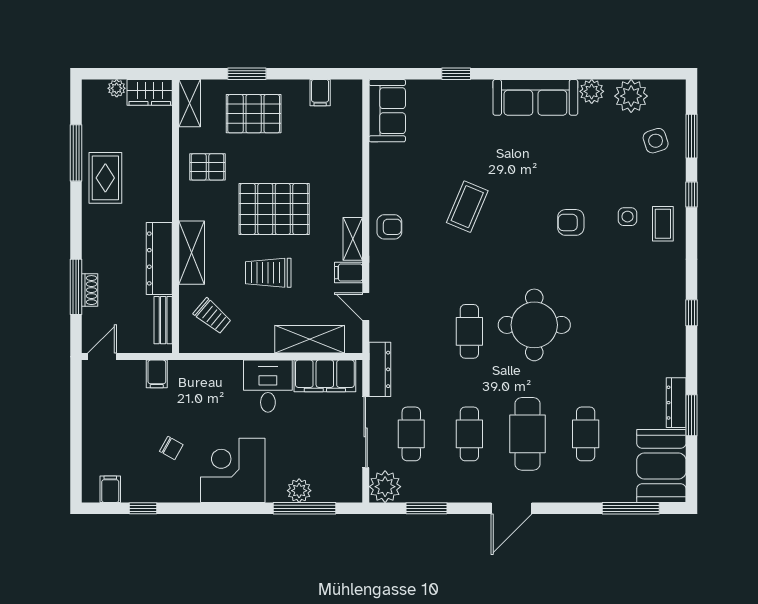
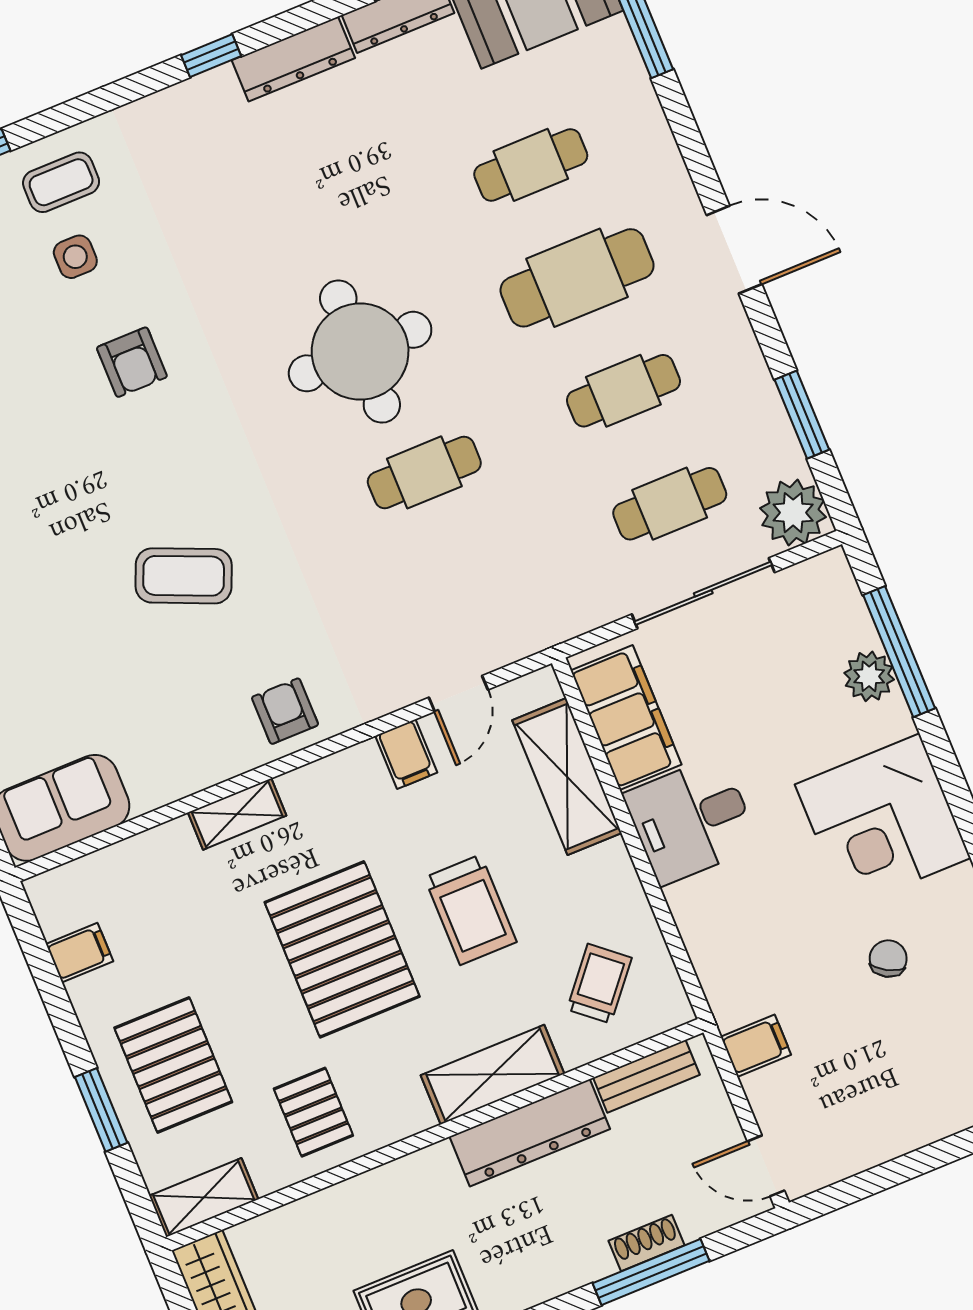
shelving: (353, 239) -> (237, 814), moved
dresser: (380, 369) -> (293, 59), moved, turned 180

